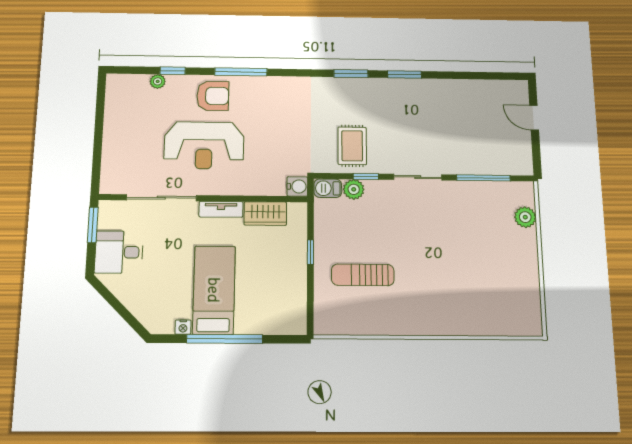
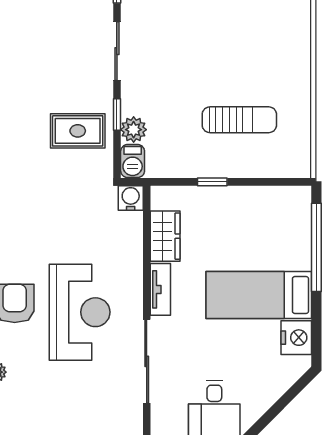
sun lounger: (363, 275) -> (239, 120), turned -90
nightstand: (183, 327) -> (296, 338), width x1.89, depth x1.79
window: (225, 339) -> (316, 247), moved

